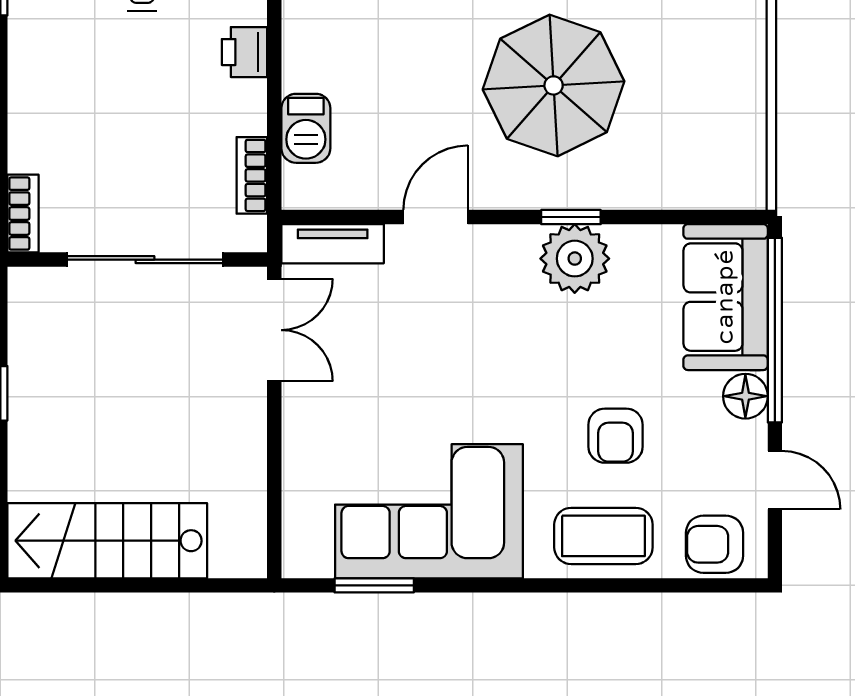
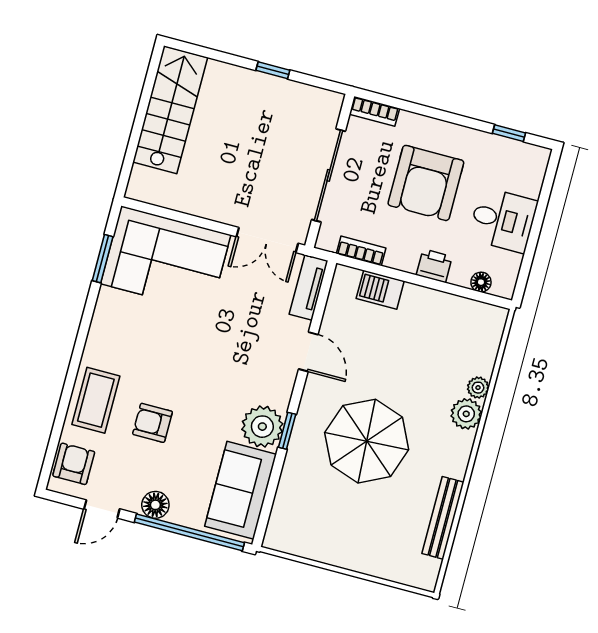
armchair: (116, 101) -> (426, 183), added
sofa: (726, 297) -> (241, 490), moved, turned -90
corner sofa: (429, 511) -> (166, 259), moved, turned 90

